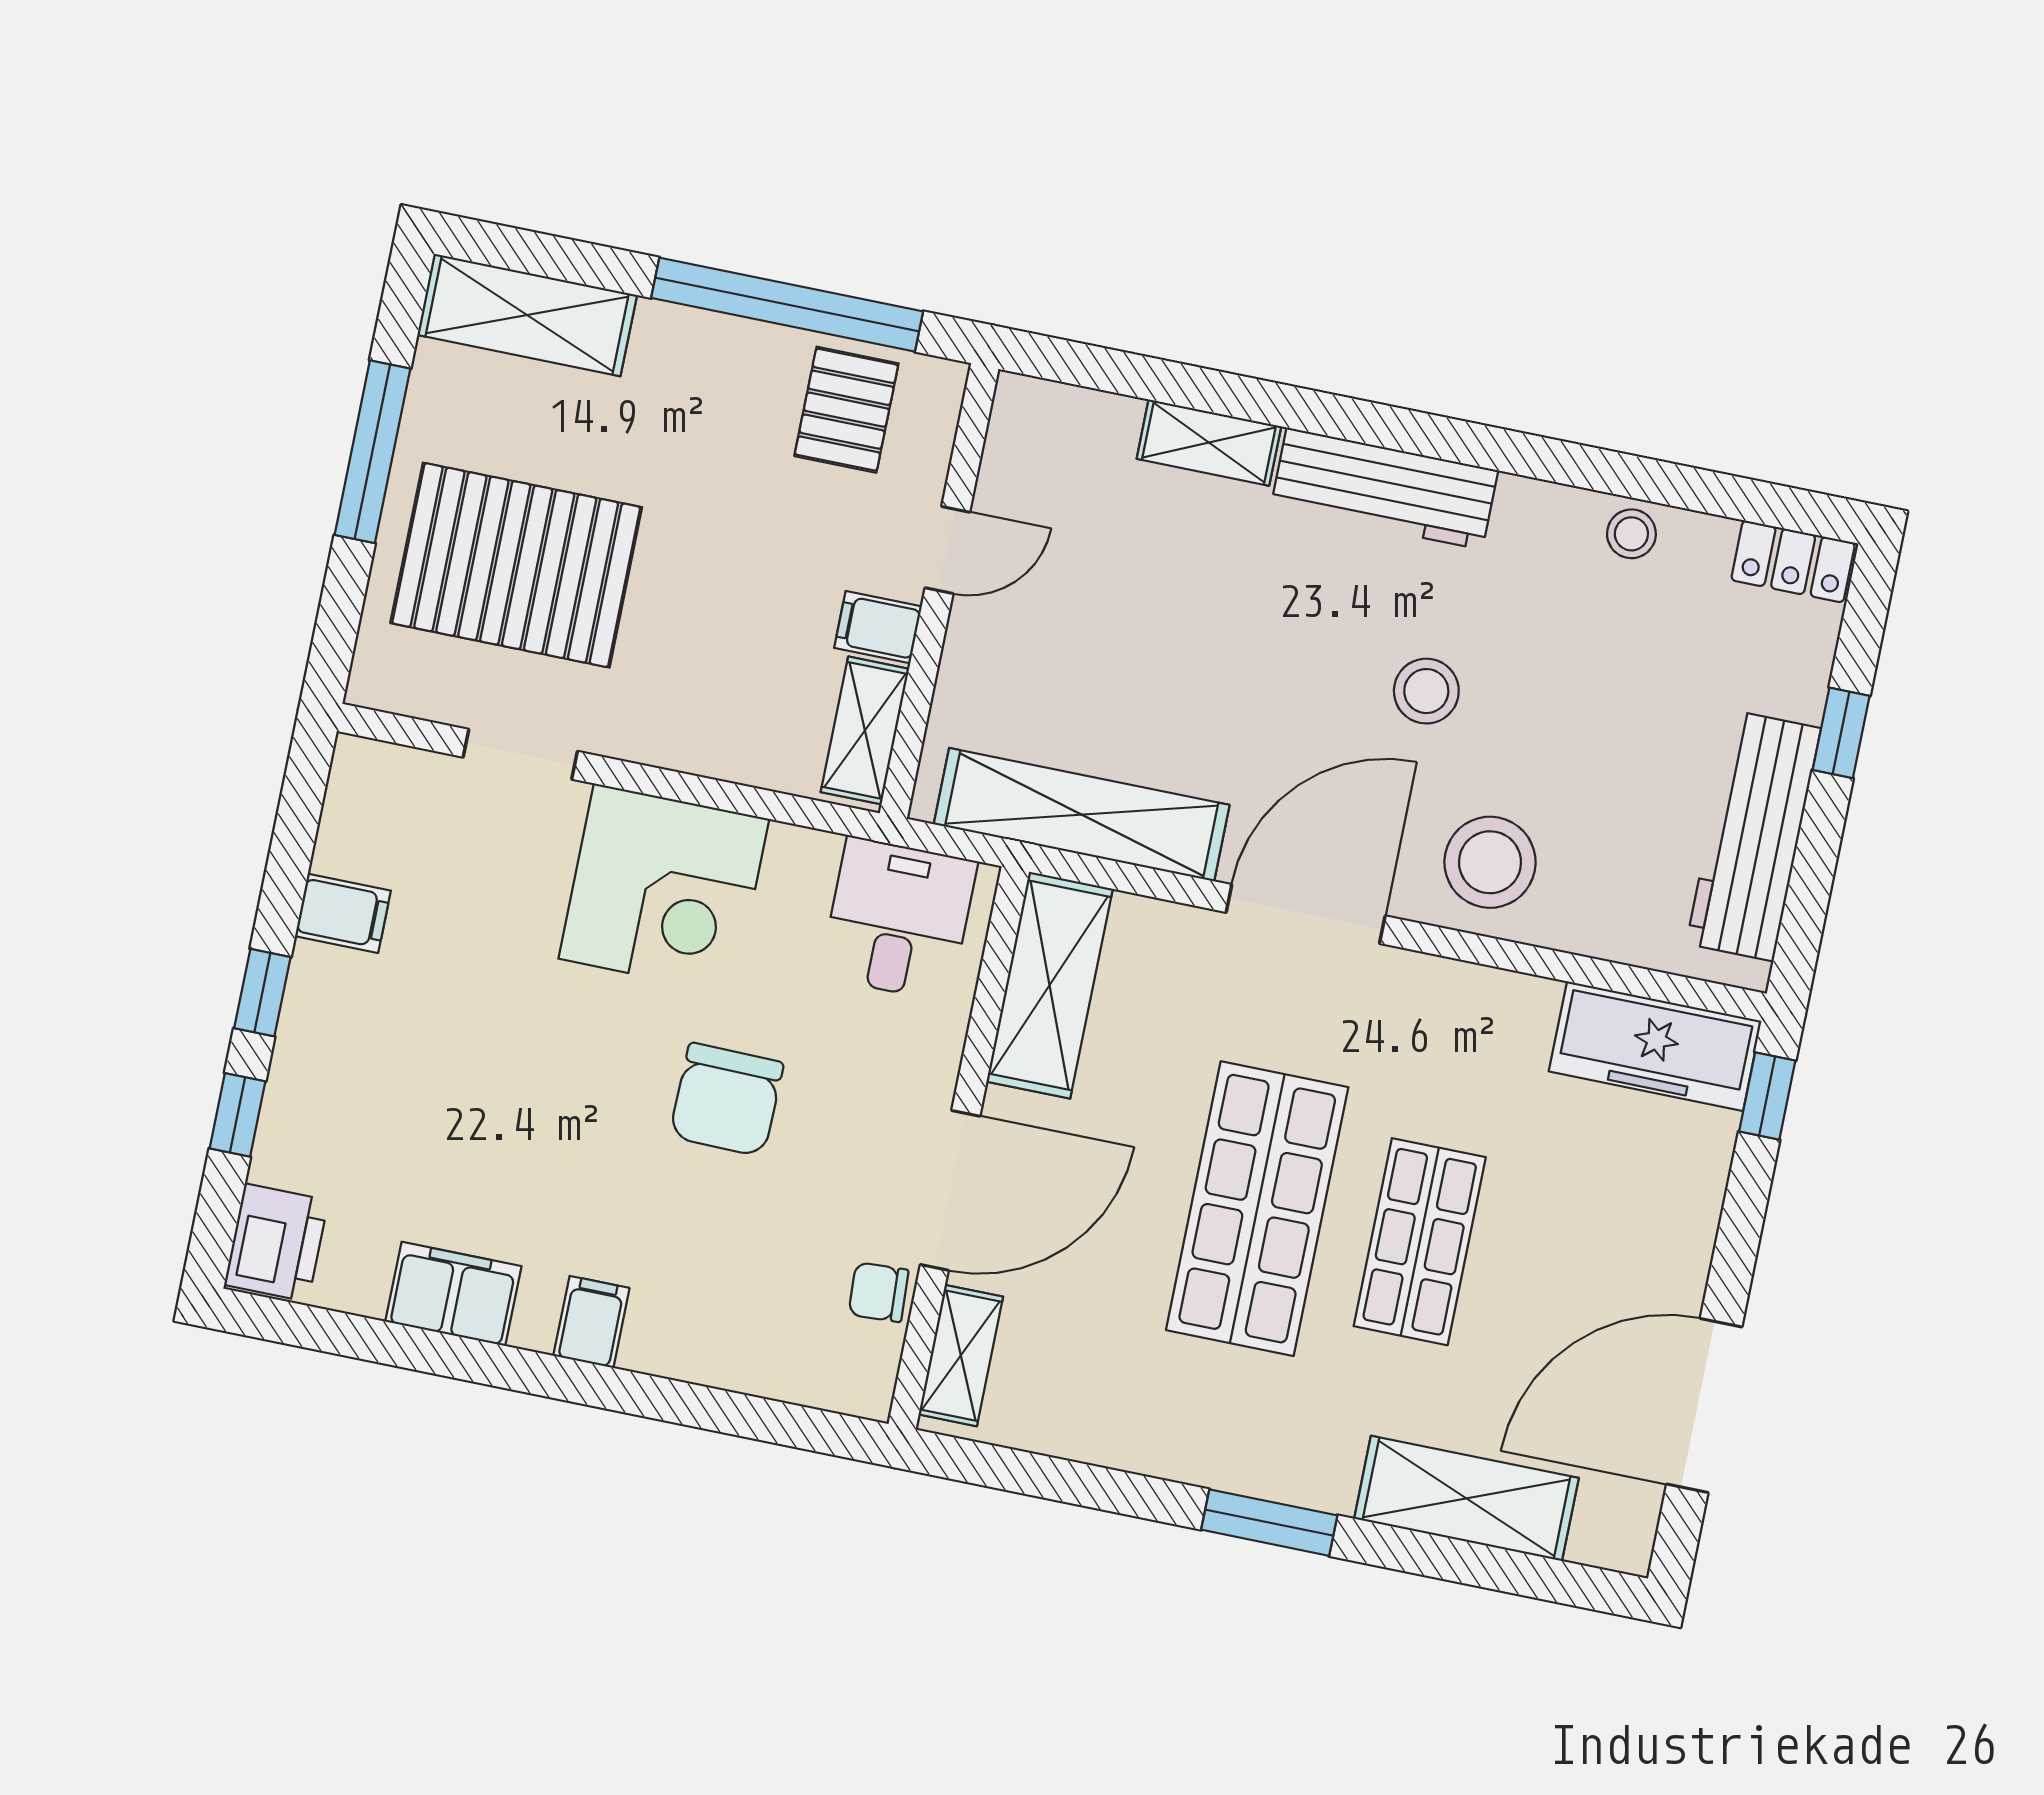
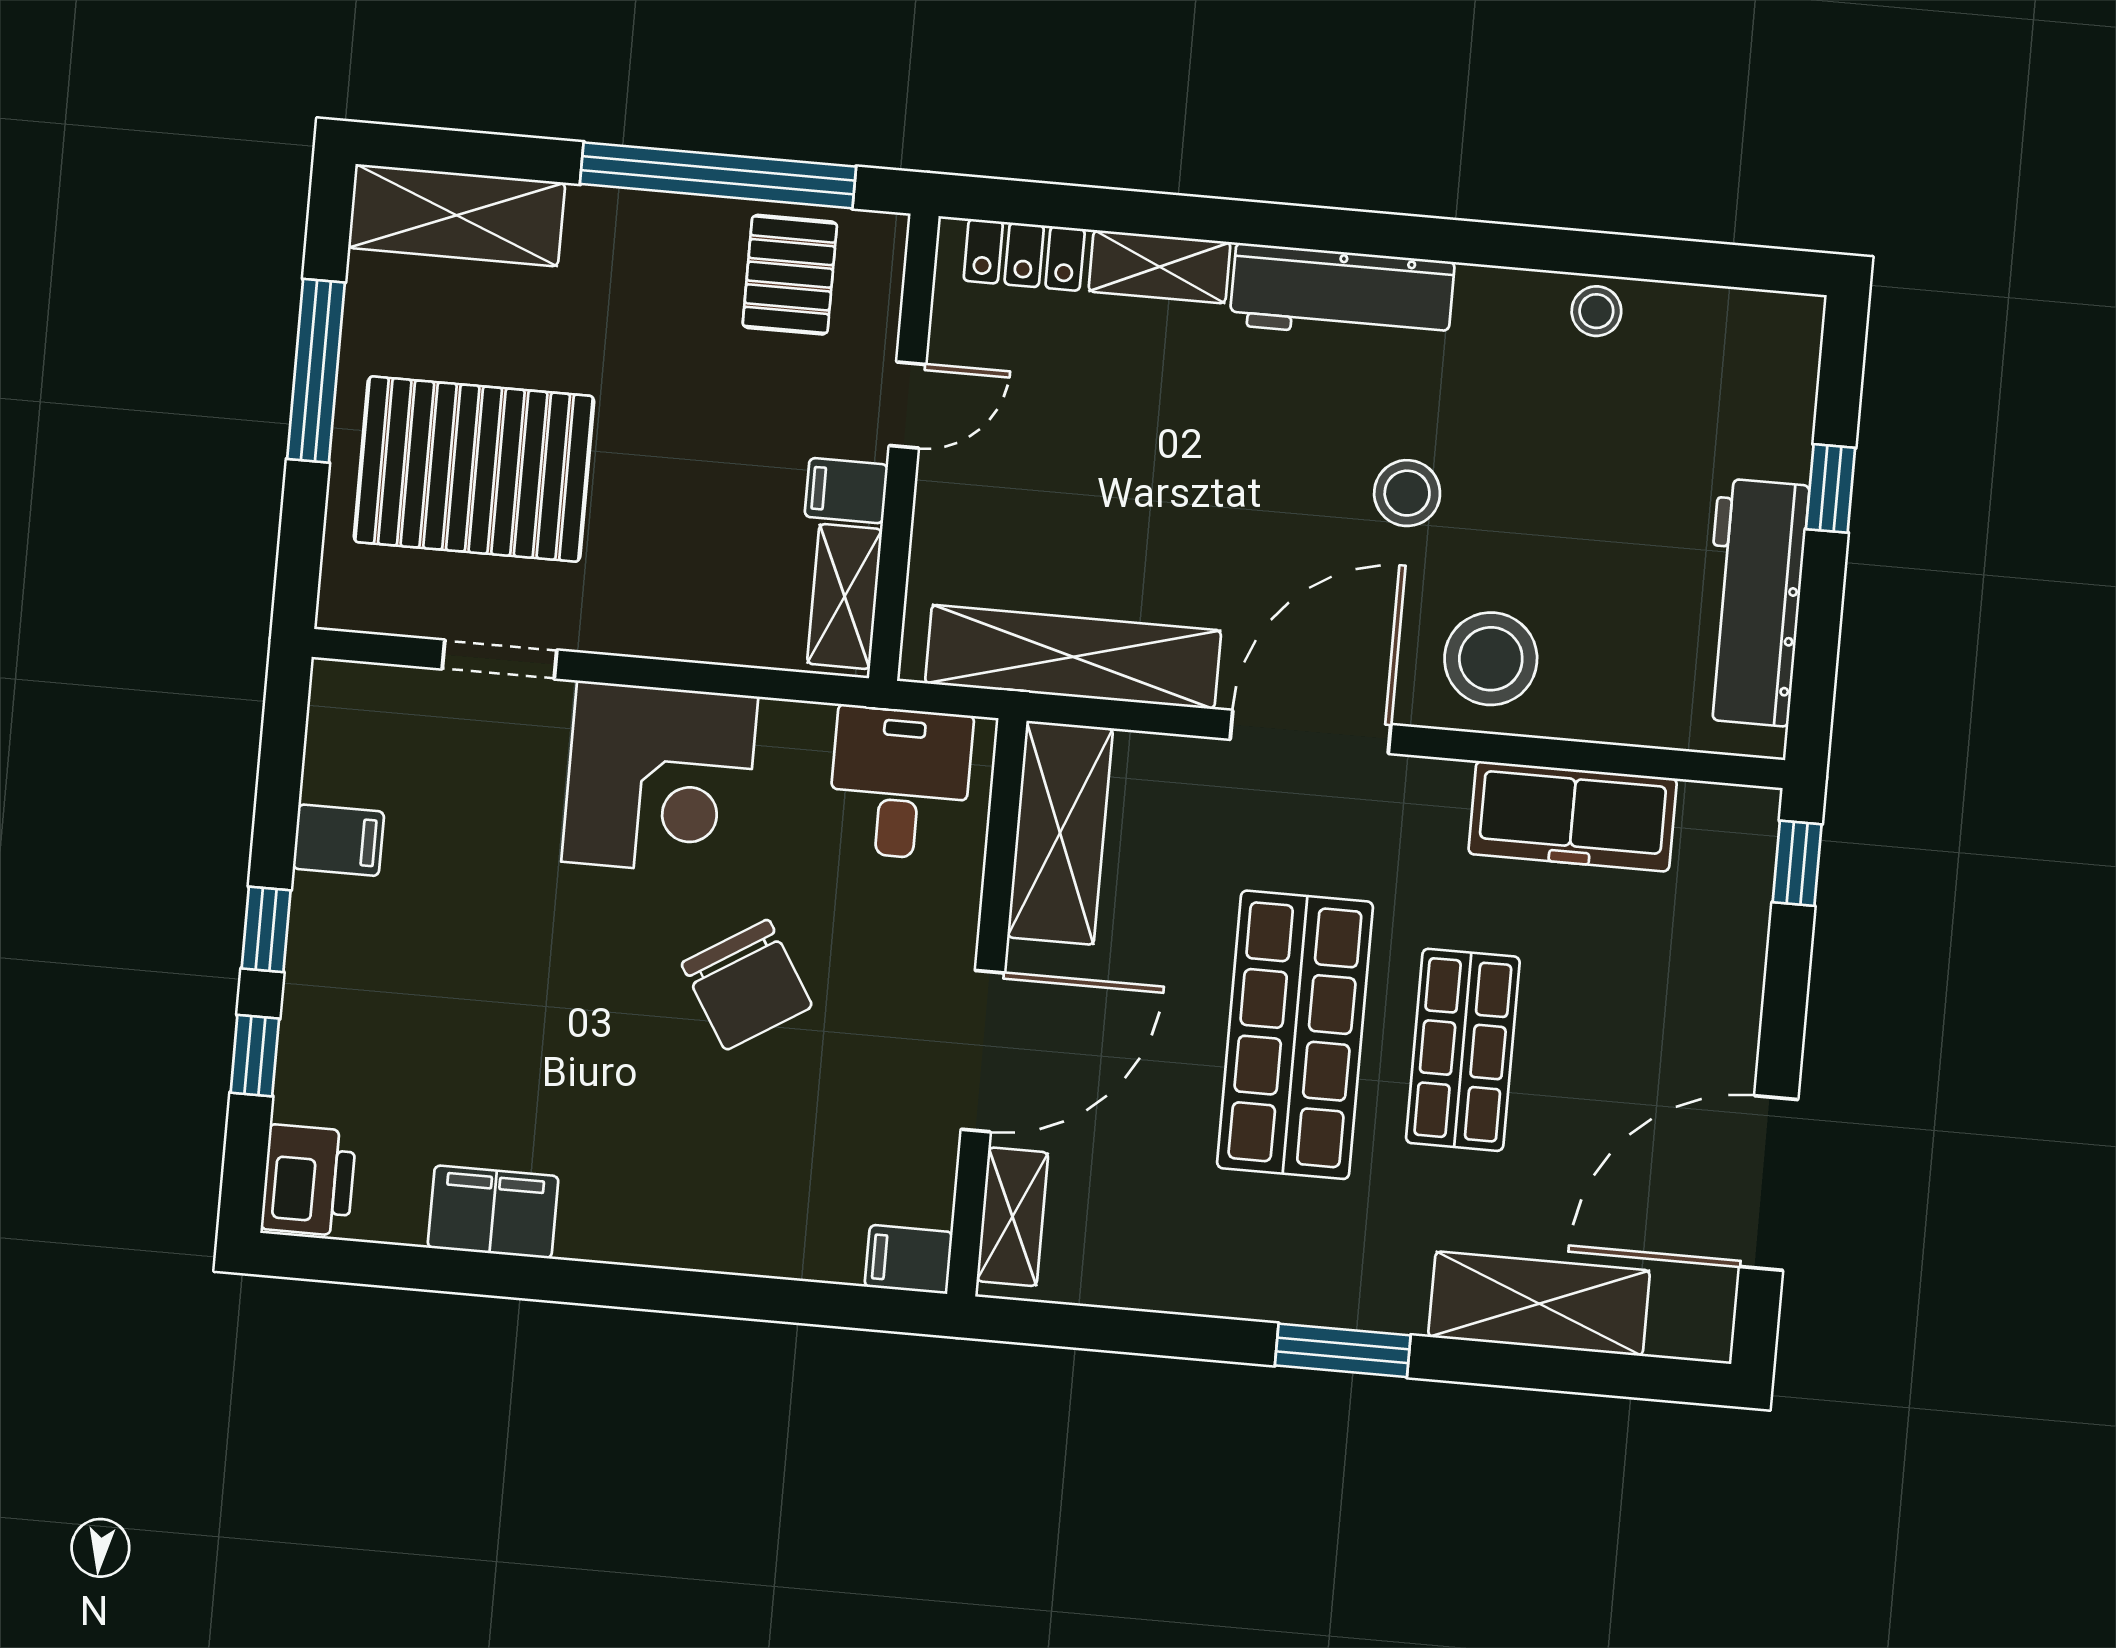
locker: (1793, 561) -> (1024, 255), moved
freezer: (1655, 1046) -> (1573, 816), moved
chair: (726, 1100) -> (747, 985), turned -33
chair: (879, 1292) -> (922, 1162), removed
filing cabinet: (591, 1322) -> (909, 1259), moved, turned -90

